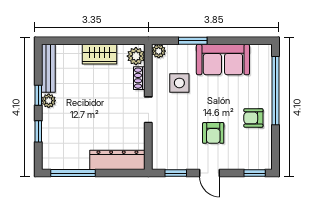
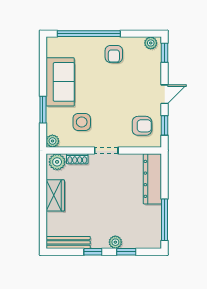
plant: (49, 101) -> (115, 242), moved
armchair: (213, 133) -> (142, 126), moved
plant: (265, 158) -> (151, 43), added

